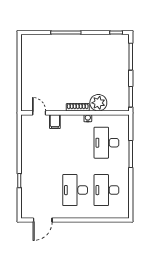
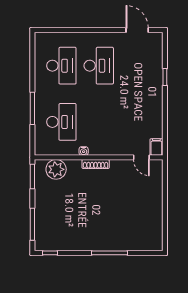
plant: (98, 103) -> (56, 169), moved
filing cabinet: (55, 122) -> (156, 147), moved
door: (43, 220) -> (137, 30), hinge flipped

